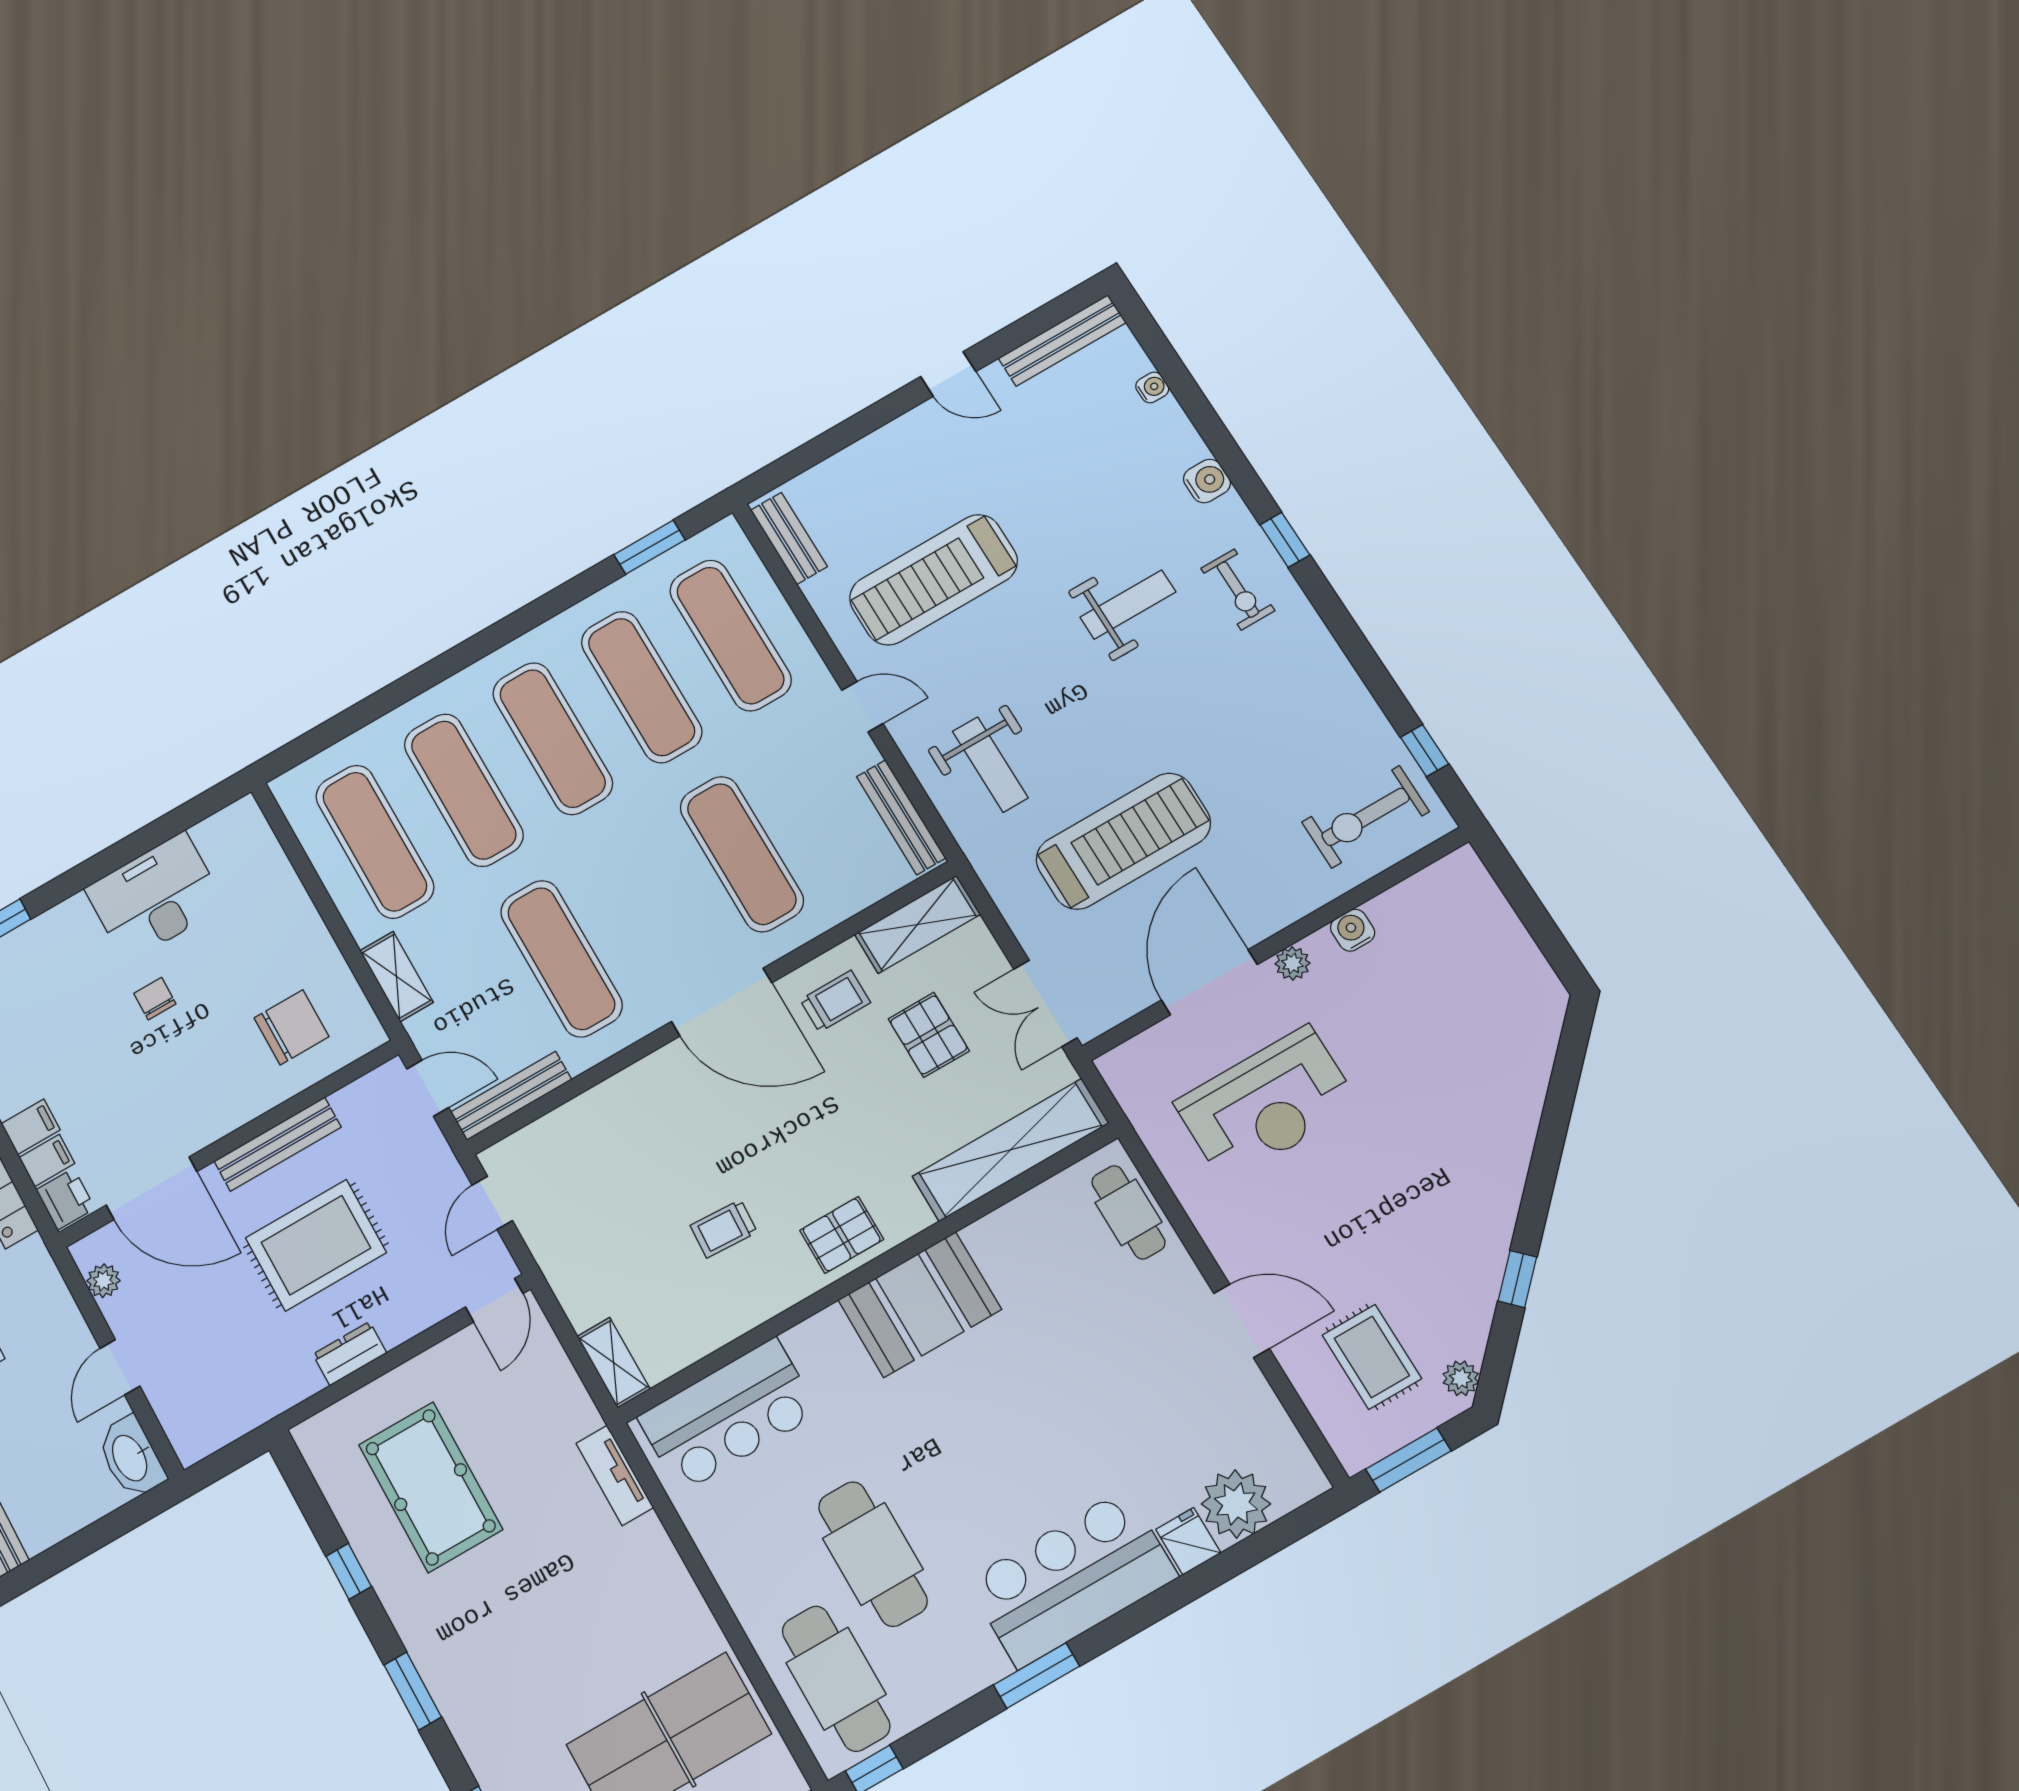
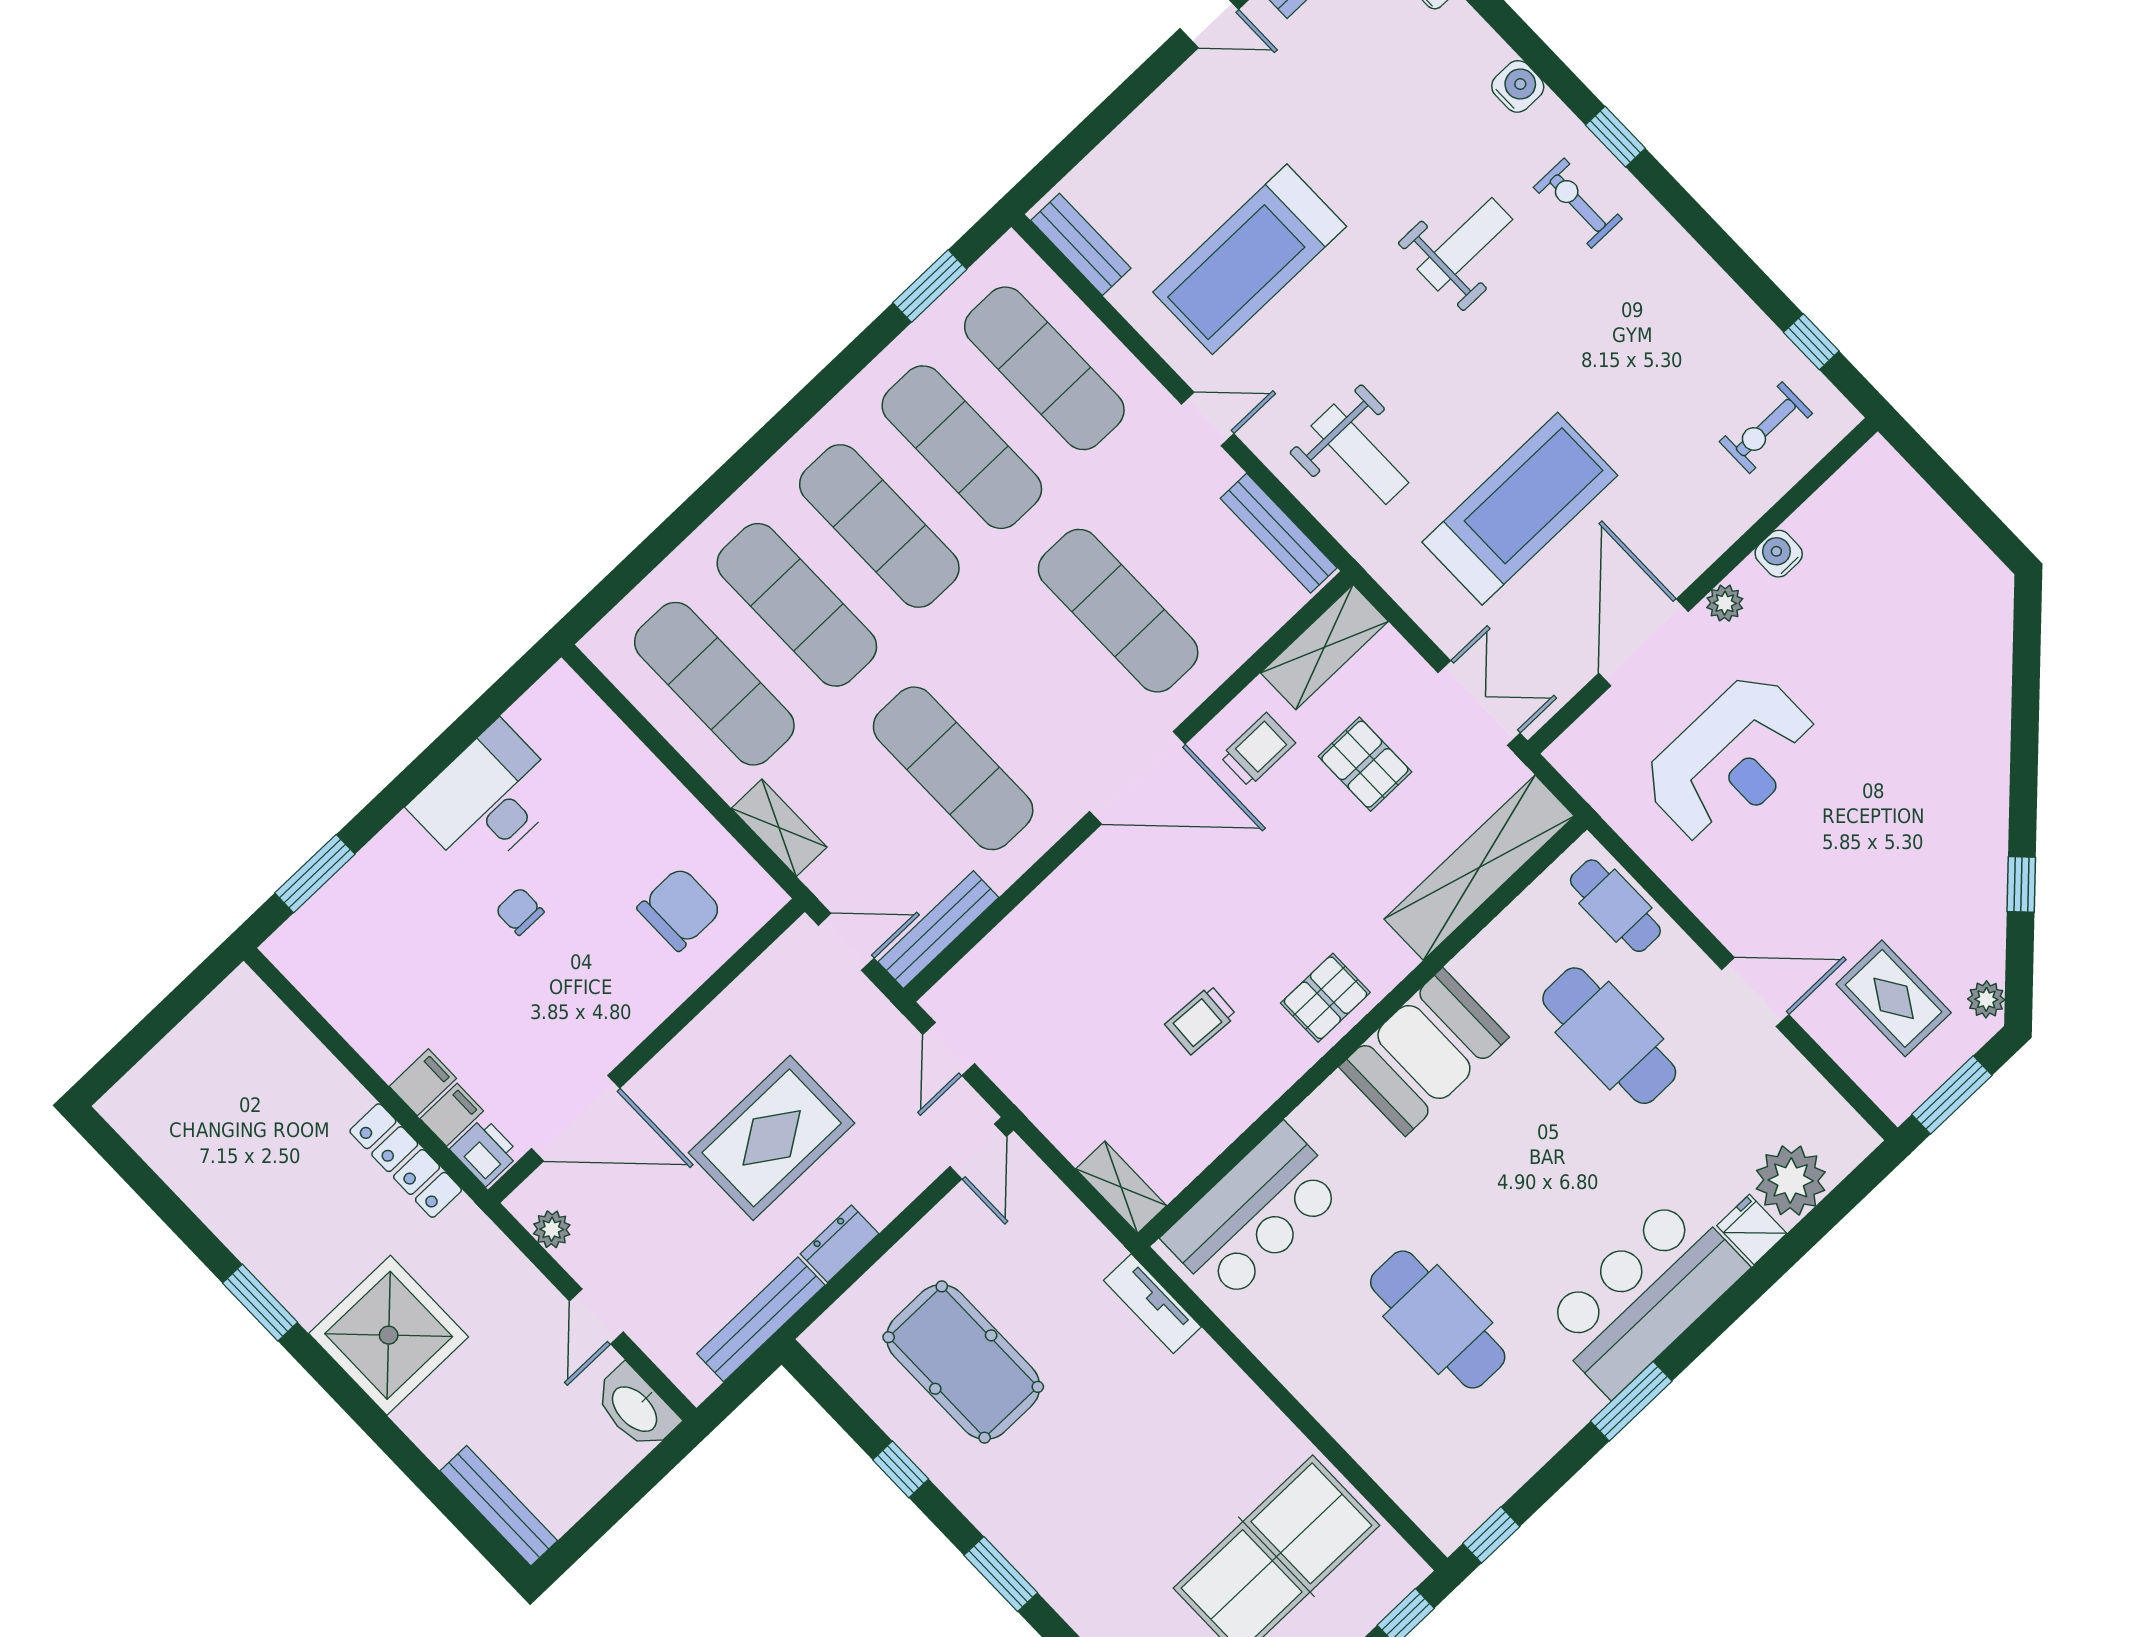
exercise bike: (1238, 590) -> (1578, 203), turned 180
exercise bike: (1366, 817) -> (1766, 428), width x0.73, depth x0.72
double door: (1045, 1003) -> (1479, 703), swing flipped
bench: (278, 1144) -> (761, 1319), moved
cafe table: (836, 1679) -> (1609, 1036), moved

